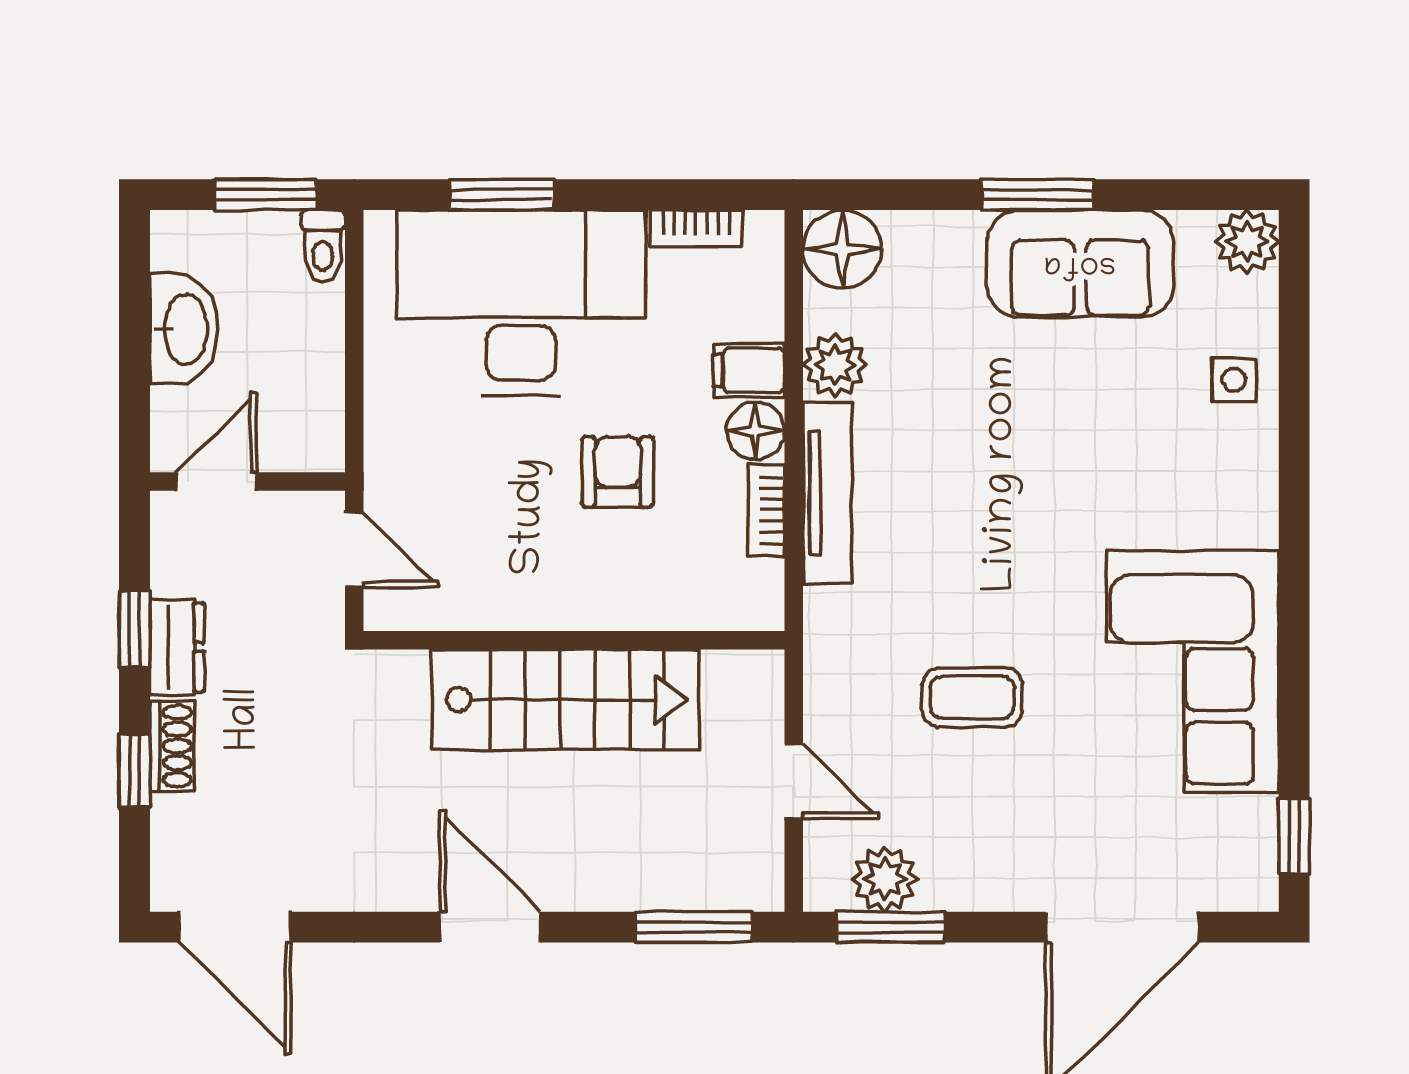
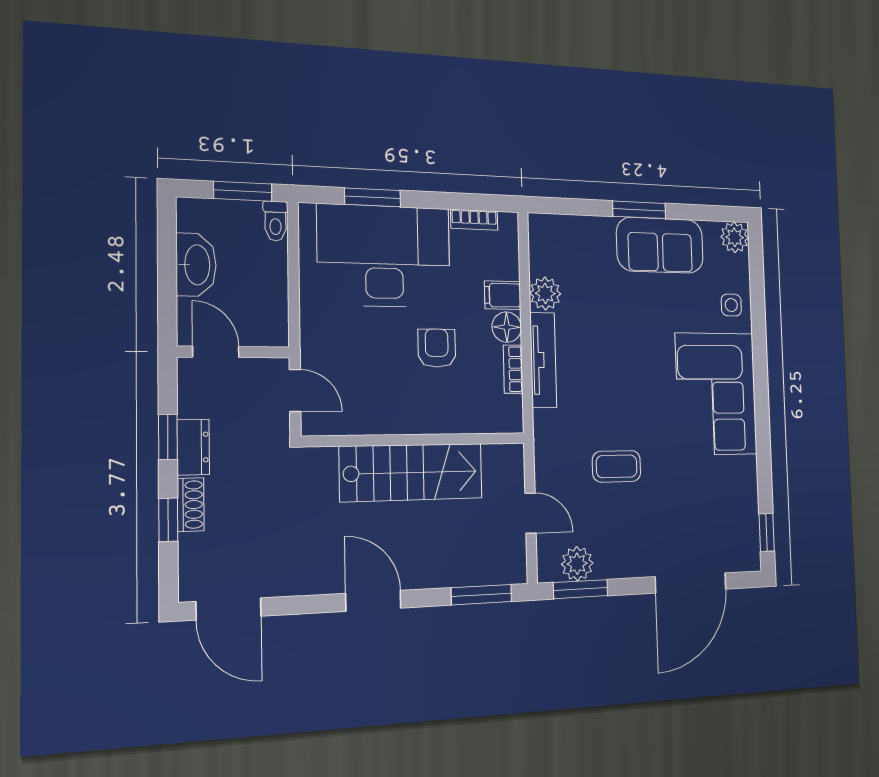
floor lamp: (842, 249) -> (547, 234), removed
door: (216, 482) -> (216, 352), hinge flipped
corner sofa: (1193, 672) -> (716, 394), moved

